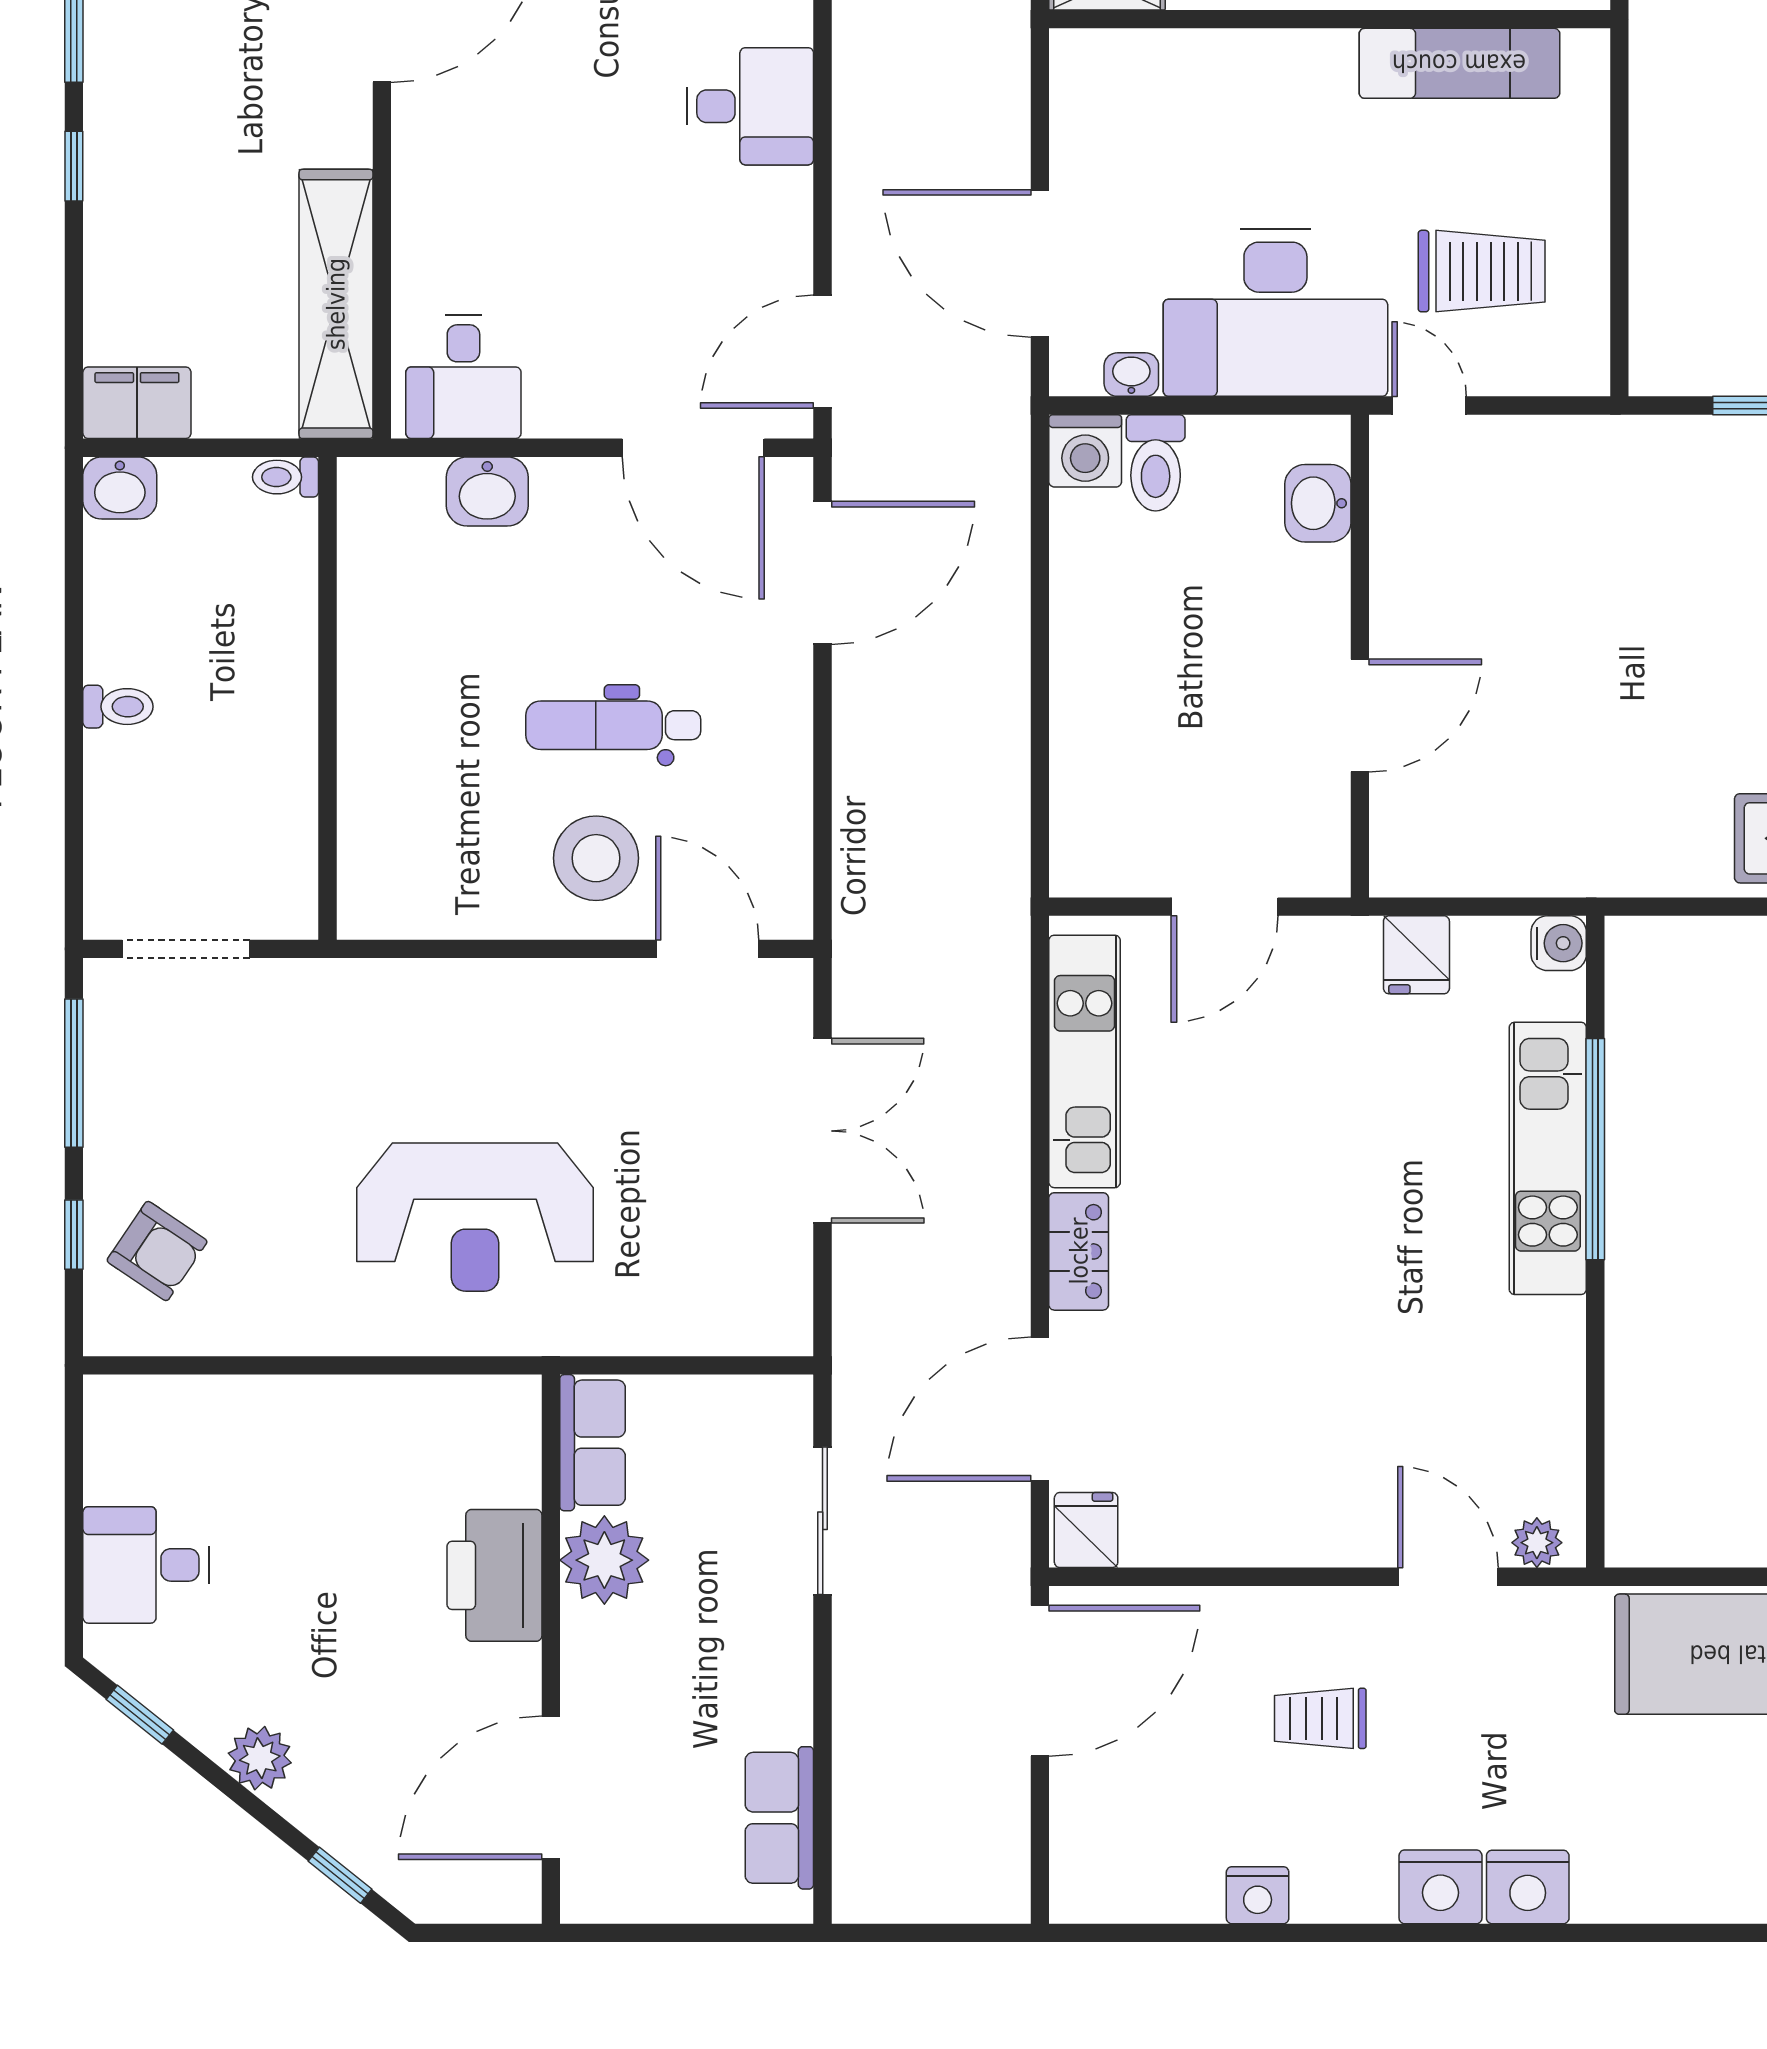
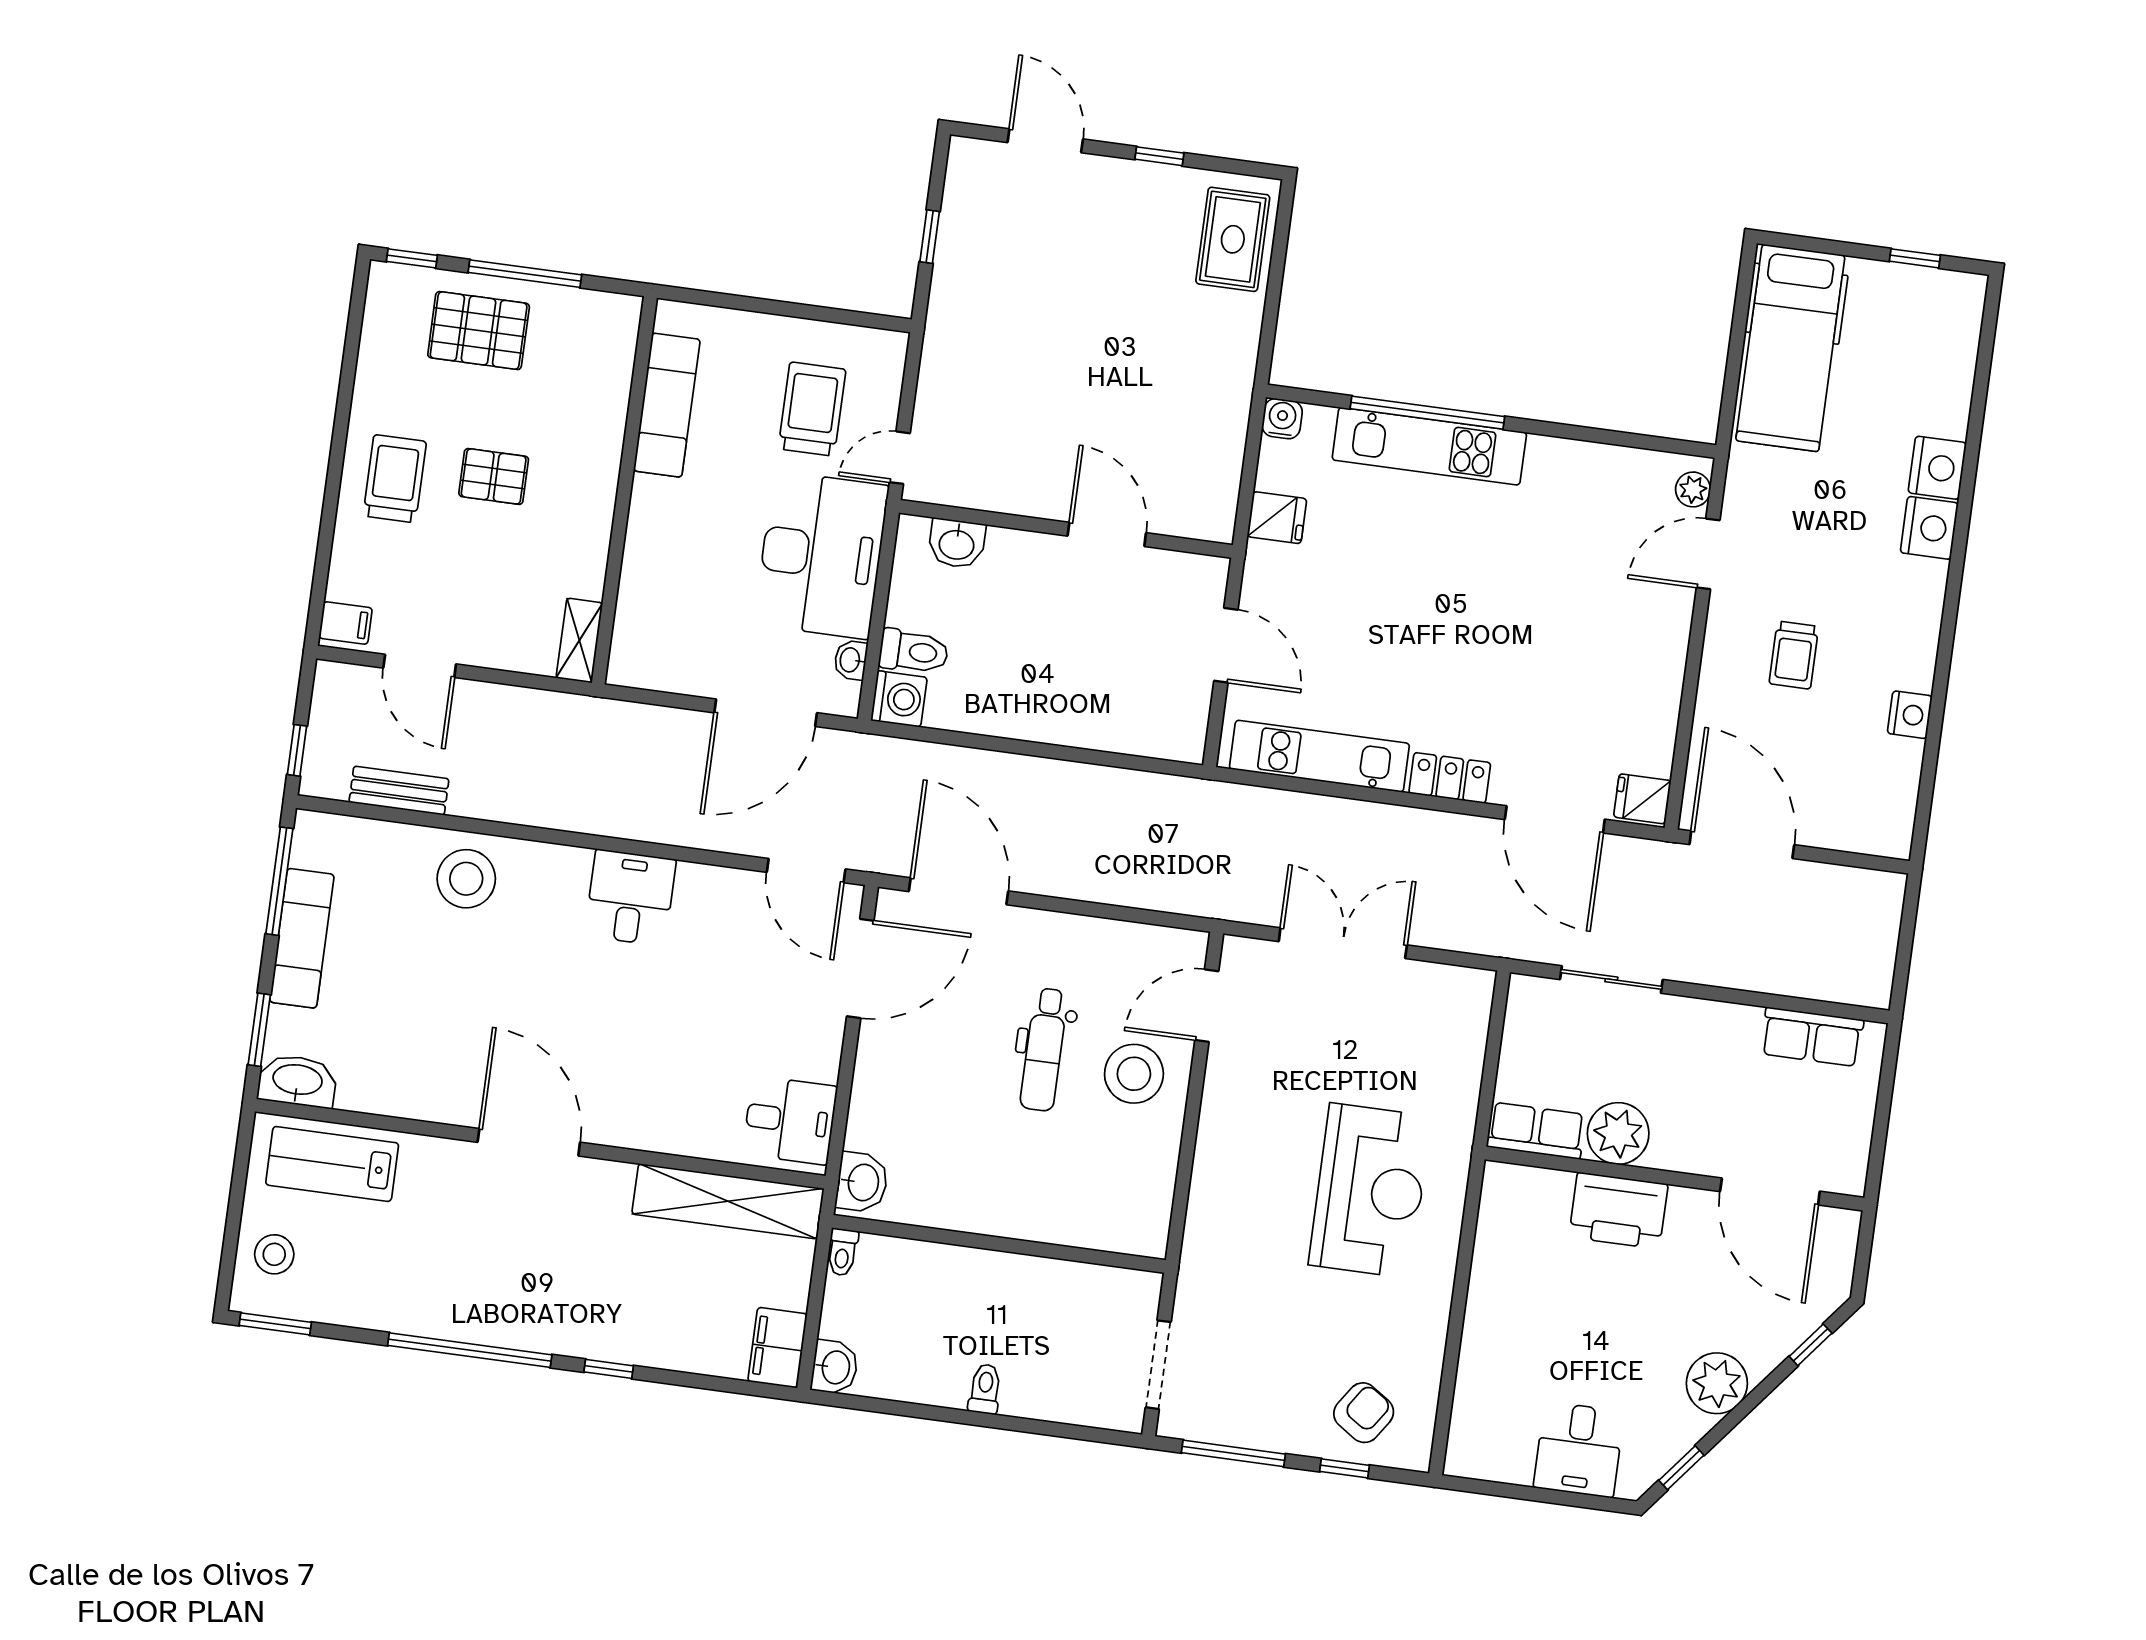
washbasin: (487, 491) -> (862, 1182), moved
plant: (260, 1758) -> (1717, 1383), width x1.36, depth x1.36
nightstand: (1440, 1887) -> (1937, 468), moved

